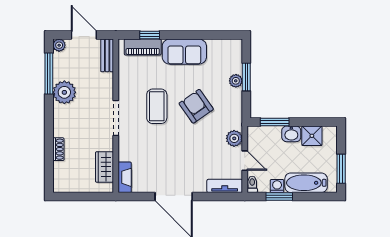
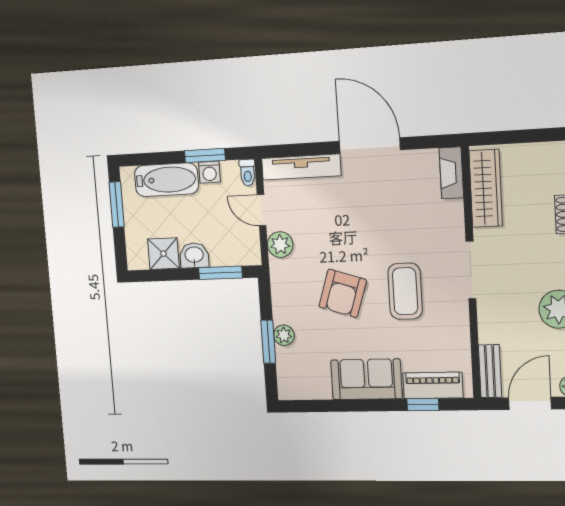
door: (84, 35) -> (530, 403), swing flipped
armchair: (196, 106) -> (343, 293), turned 53
wardrobe: (104, 167) -> (486, 188), width x1.50
tv unit: (225, 186) -> (301, 167), width x1.41

